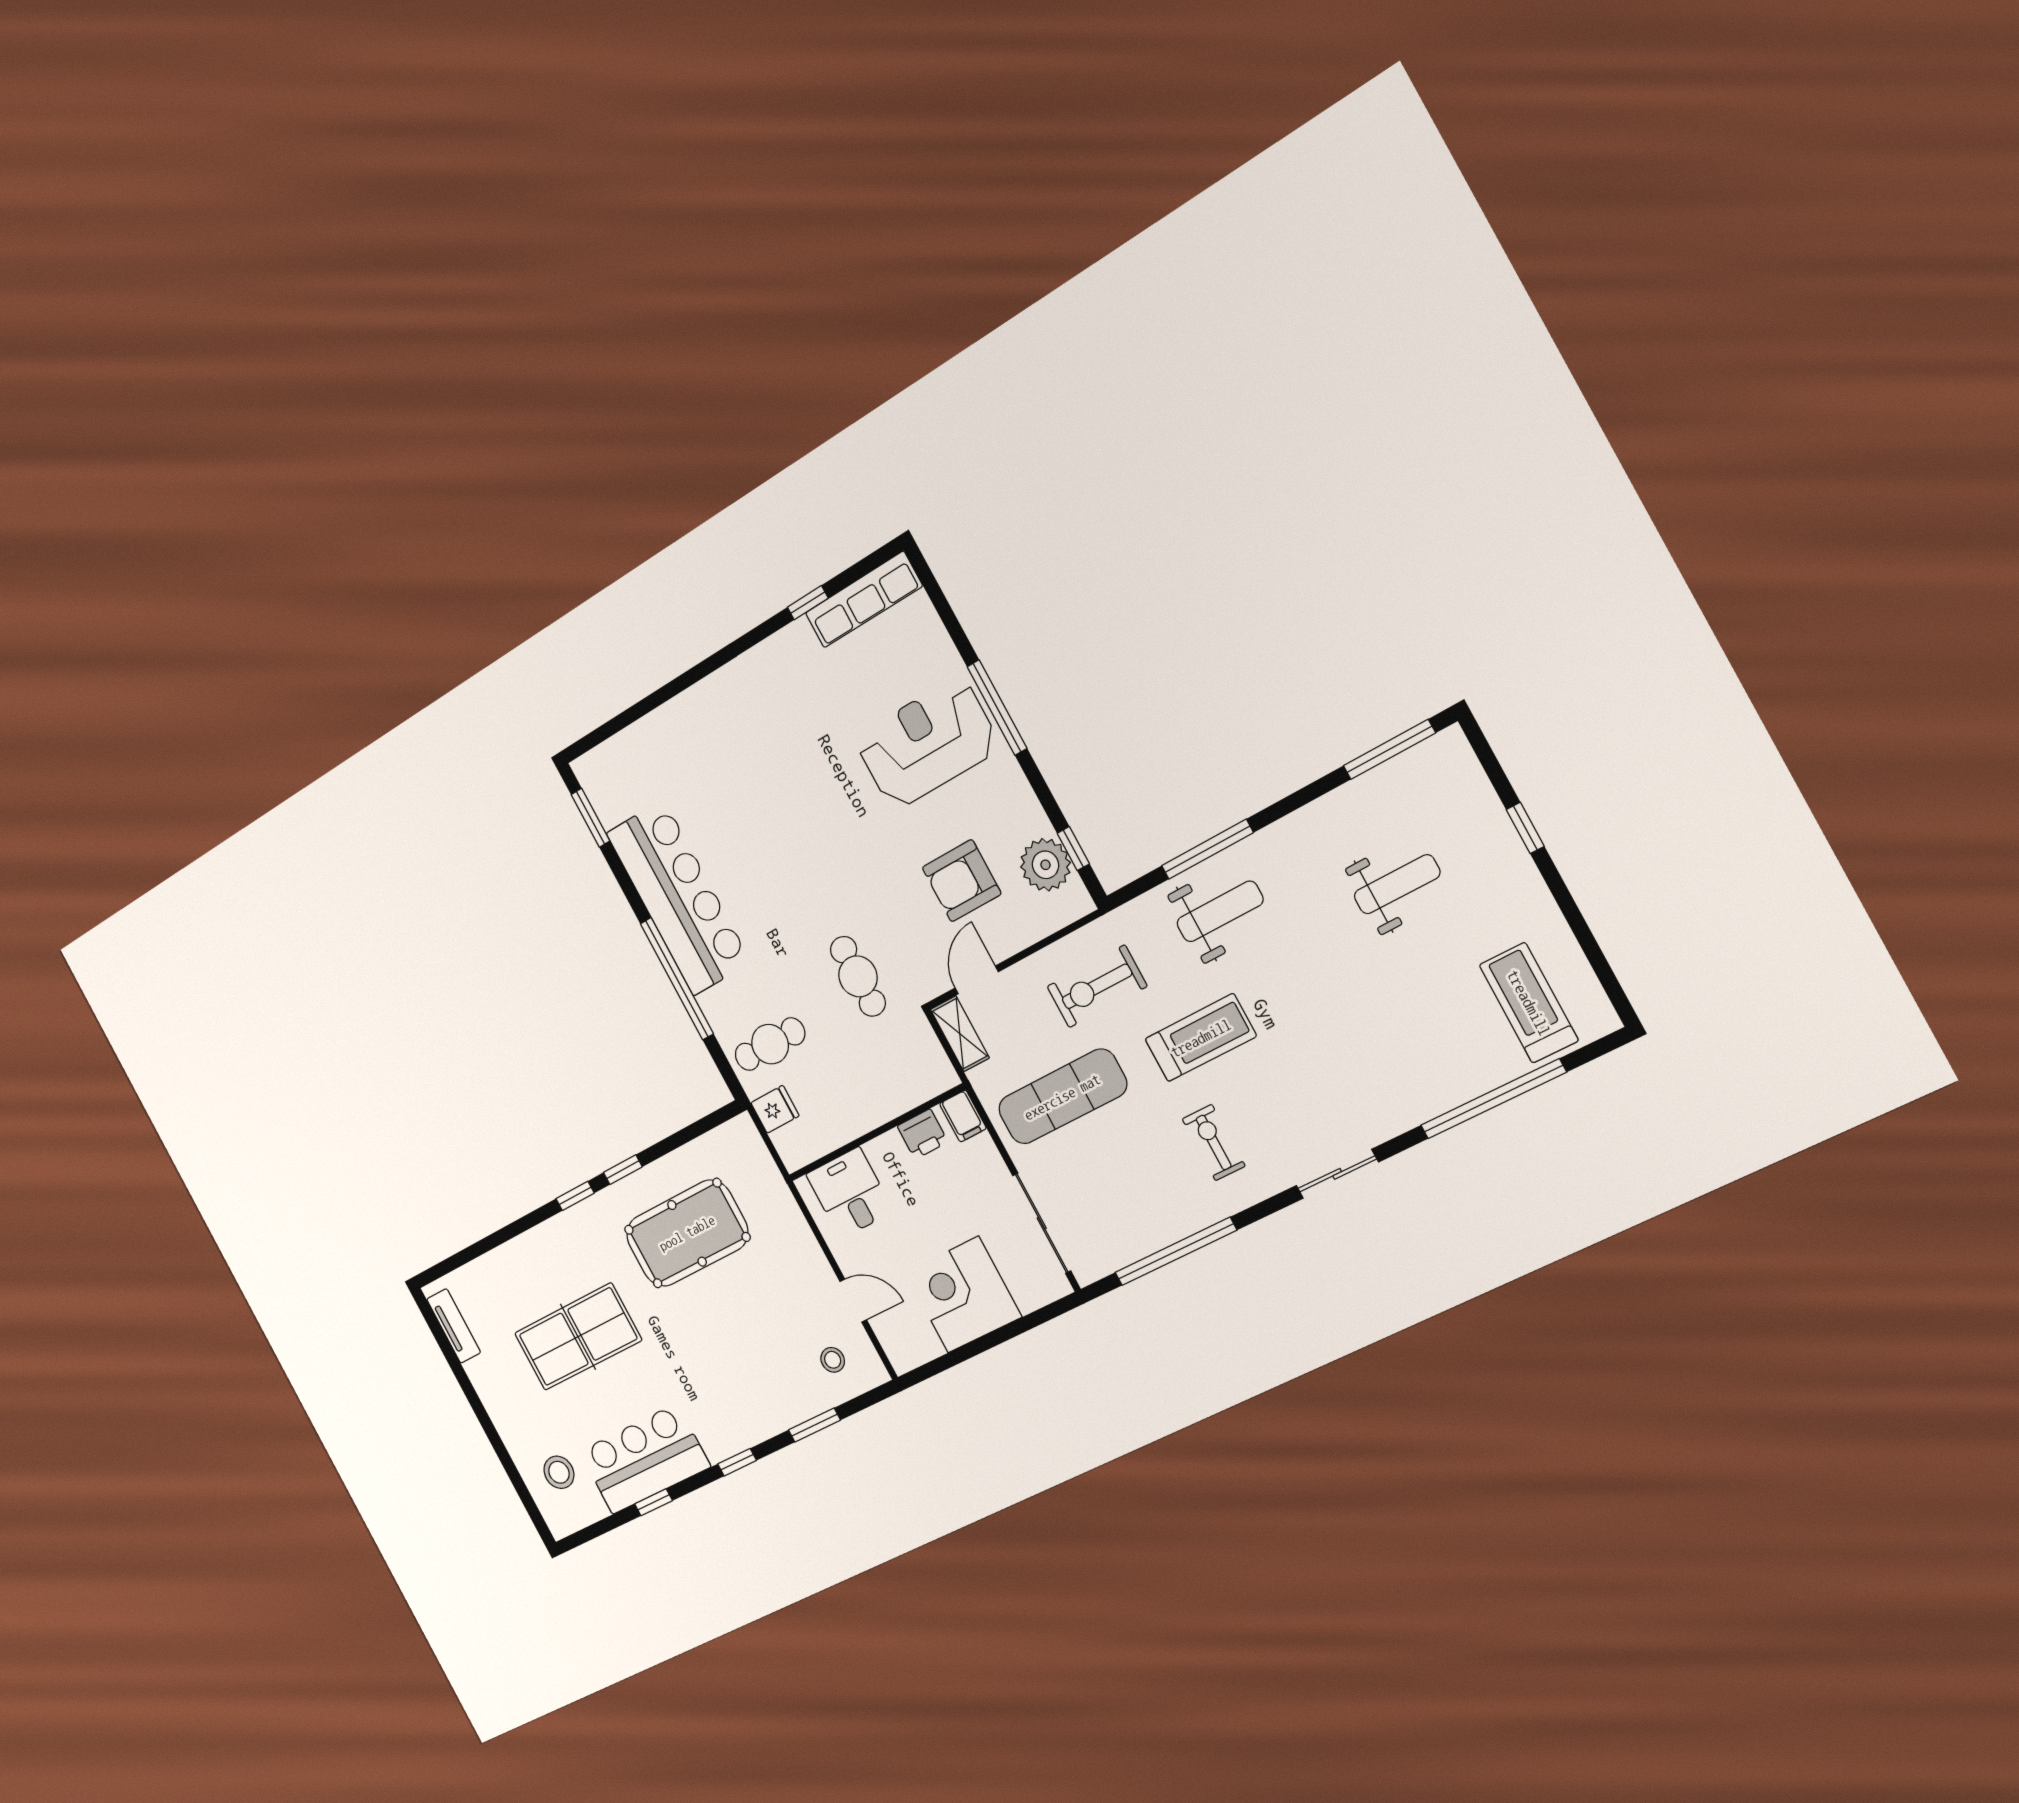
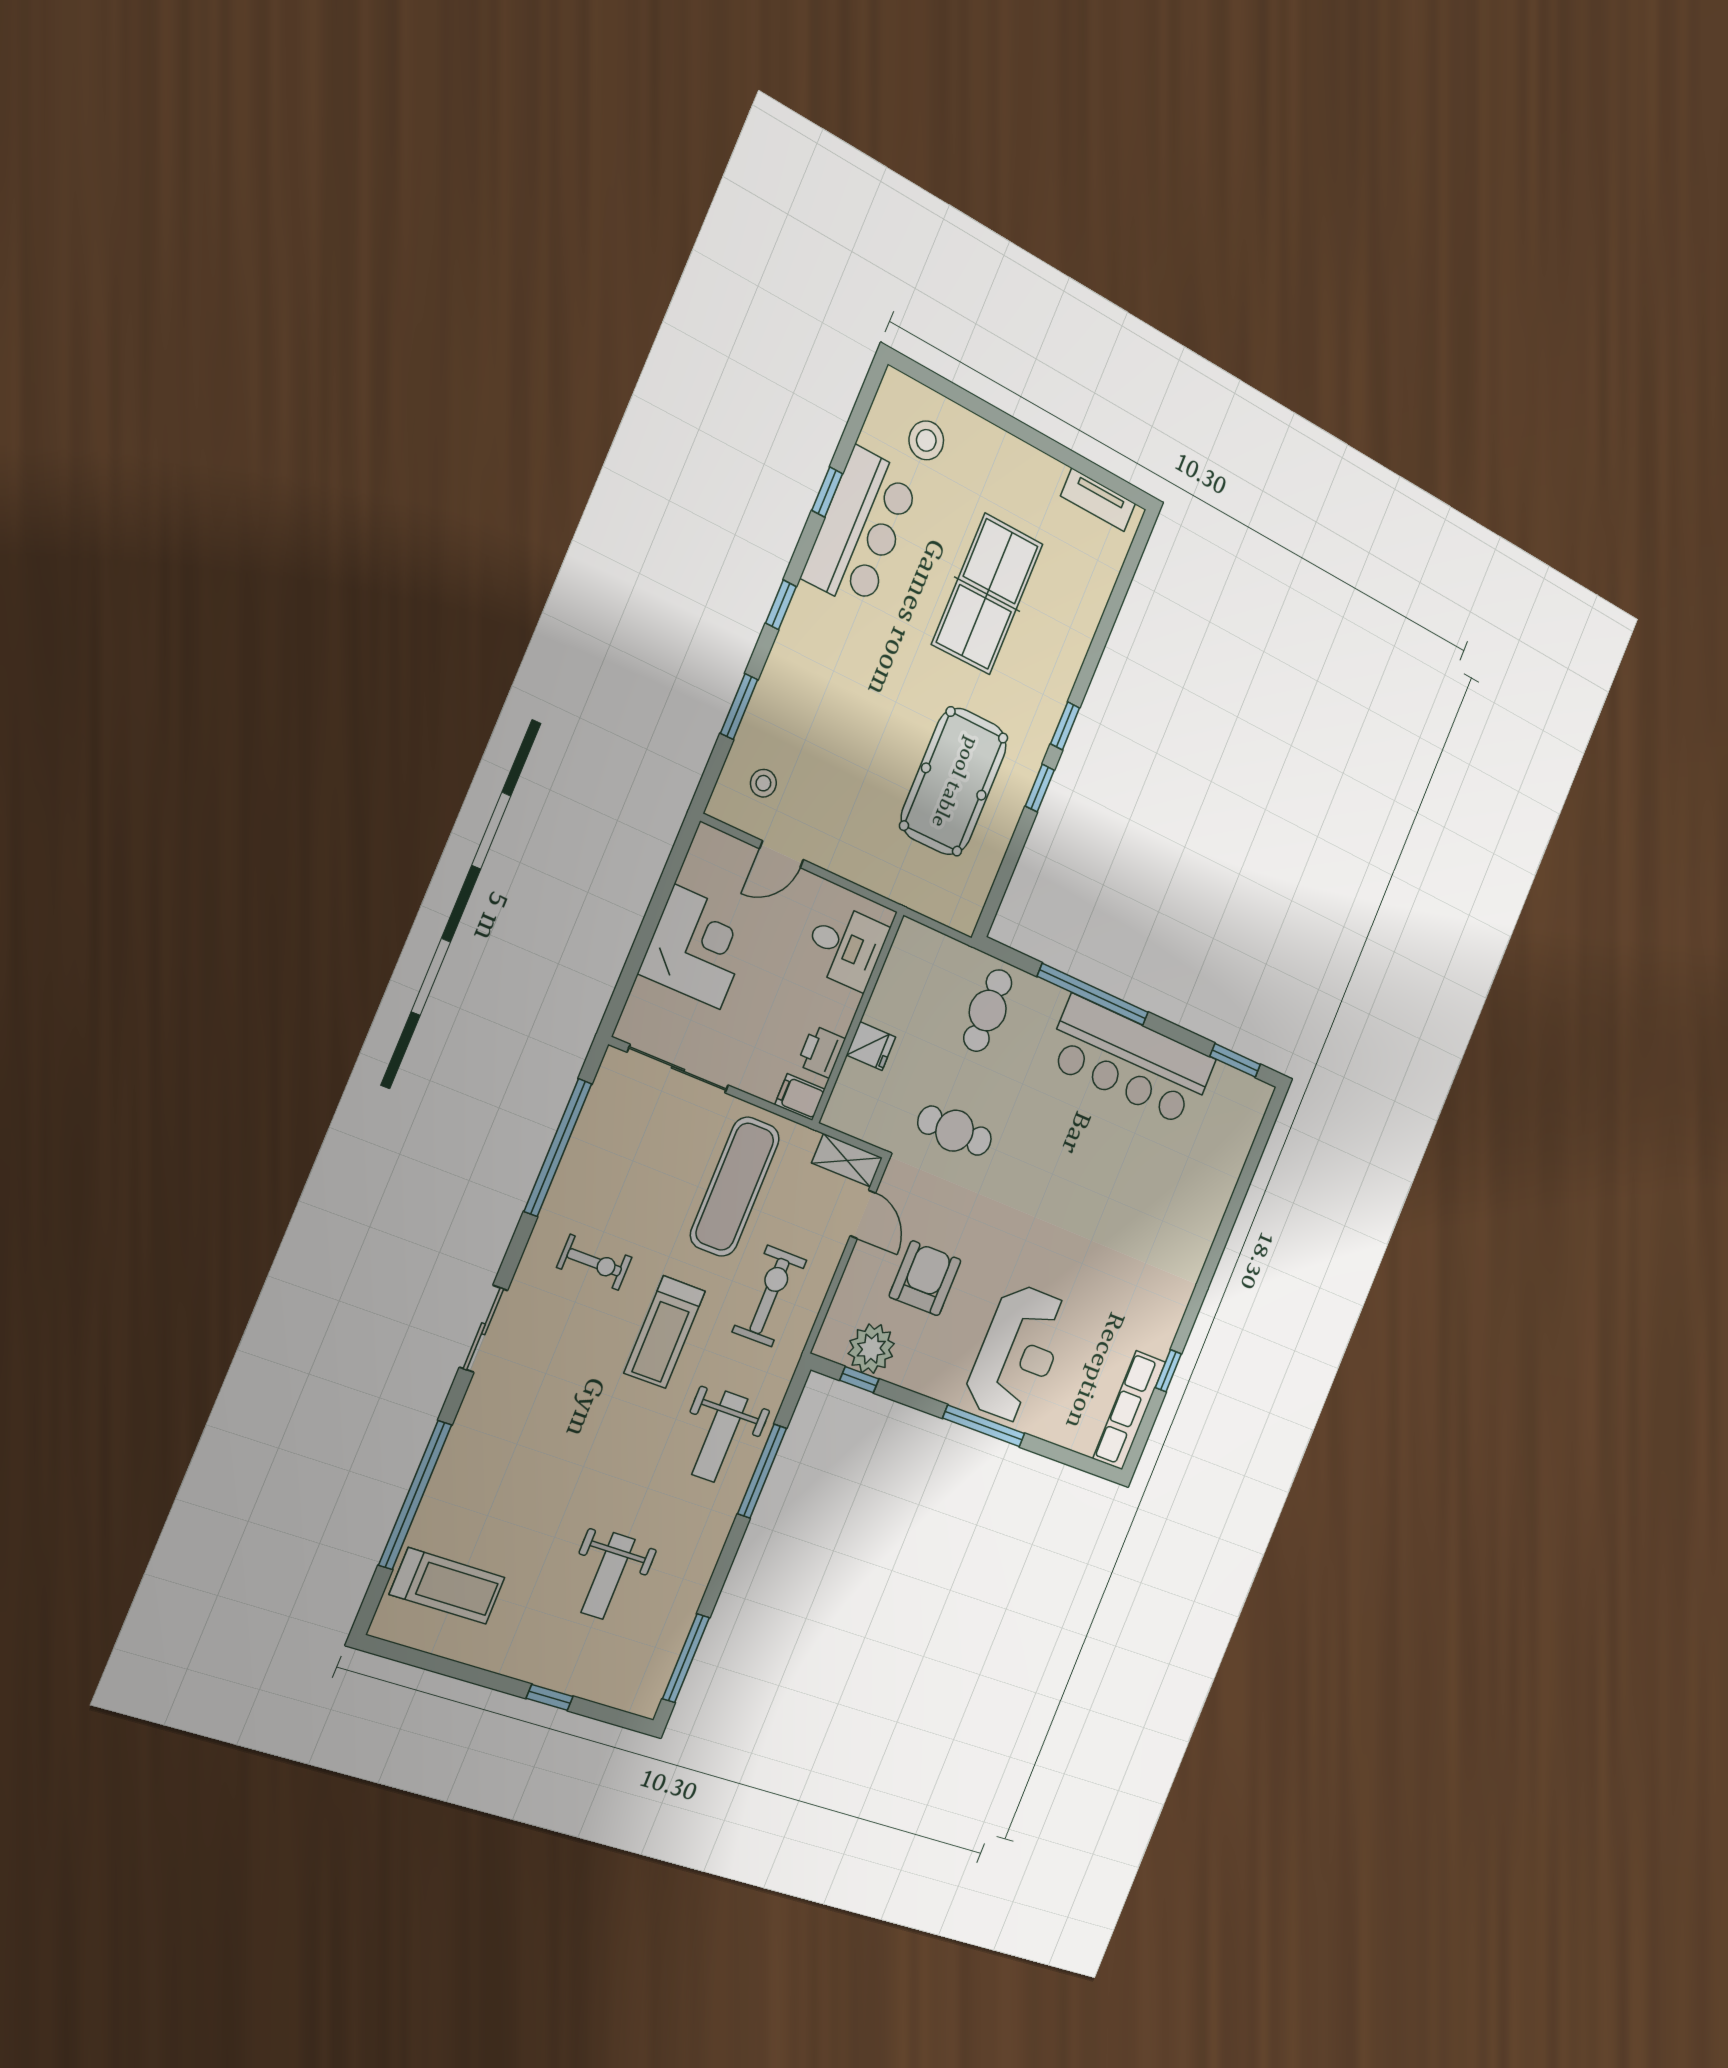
fridge: (775, 1109) -> (871, 1046), moved, turned -90

